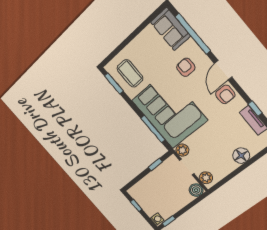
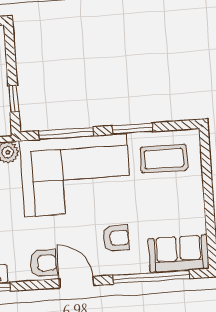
window: (114, 83) -> (133, 129), moved
armchair: (225, 94) -> (43, 263), turned 180

